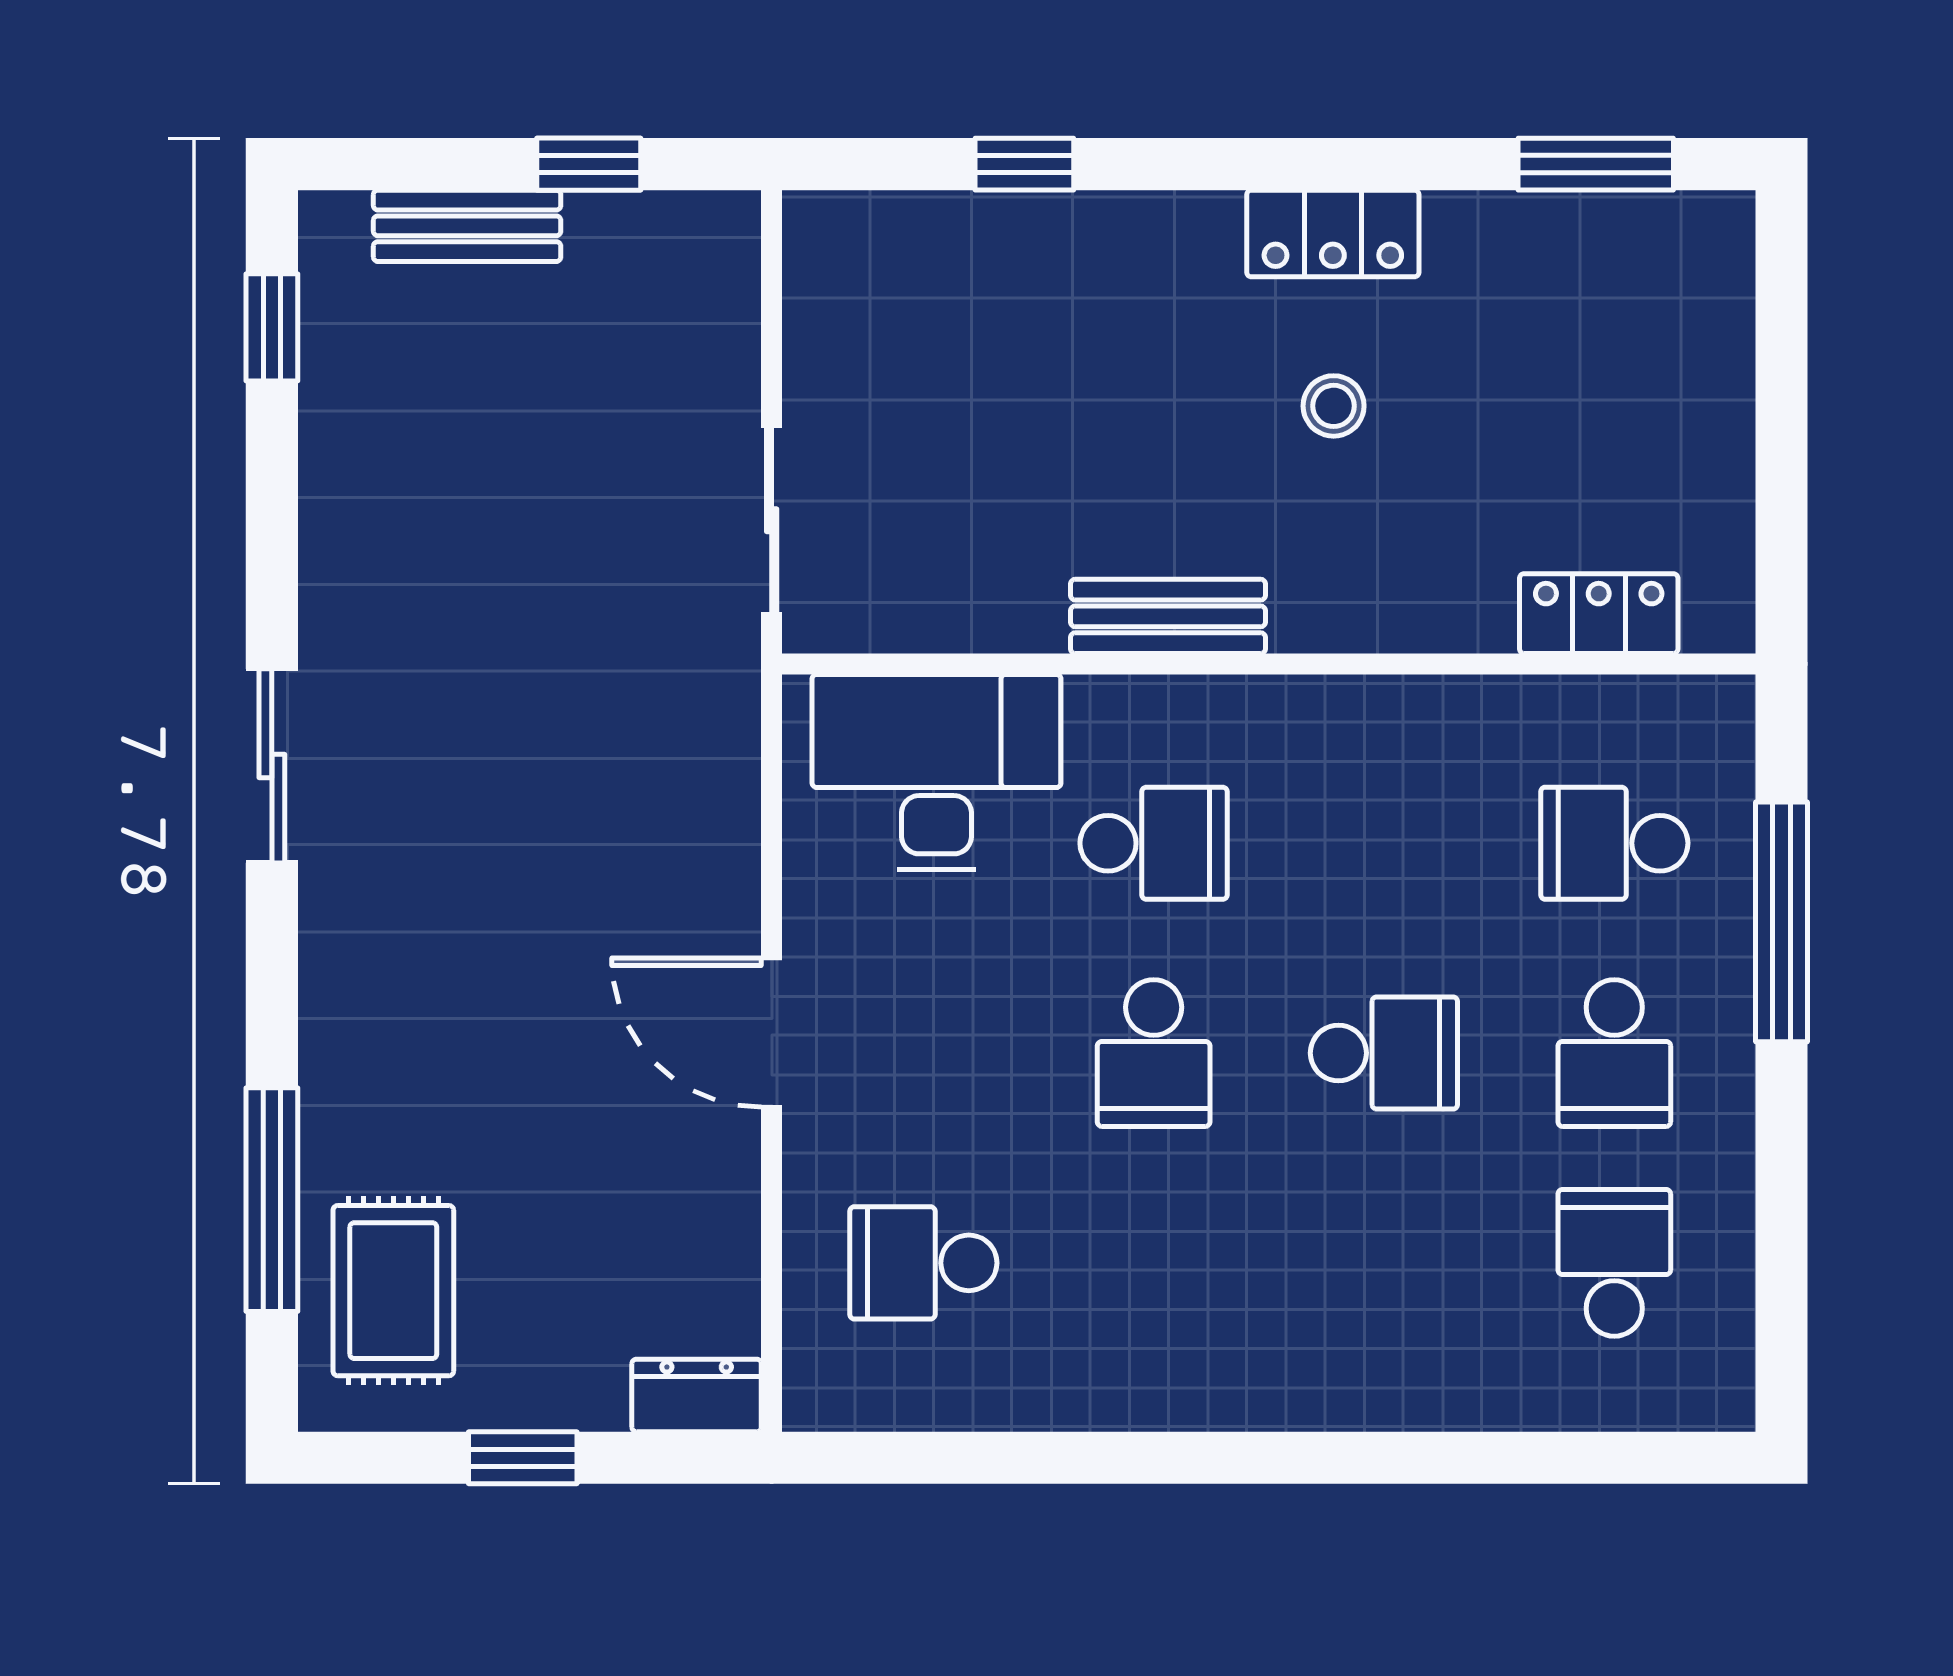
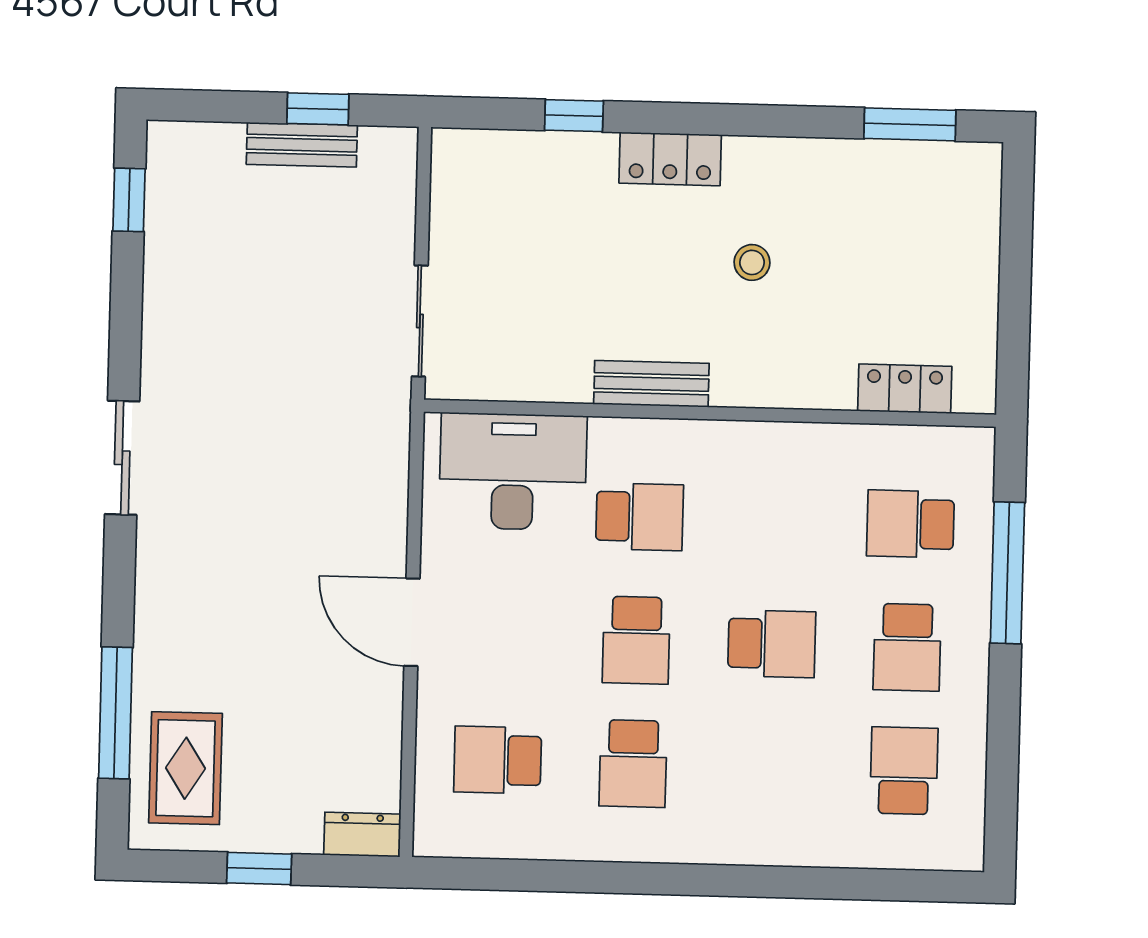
bench: (467, 226) -> (302, 145), moved
locker: (1333, 234) -> (670, 159), moved
school desk: (1154, 1263) -> (633, 764), added

